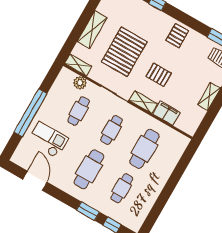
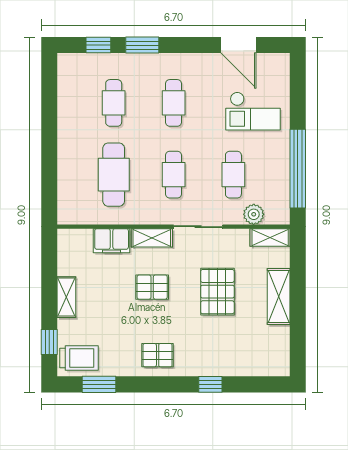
pallet: (177, 36) -> (158, 355), turned 90
pallet: (124, 52) -> (217, 292), width x0.73, depth x0.71
window: (31, 113) -> (298, 169), moved
cafe table: (89, 169) -> (174, 103), width x0.73, depth x0.74

